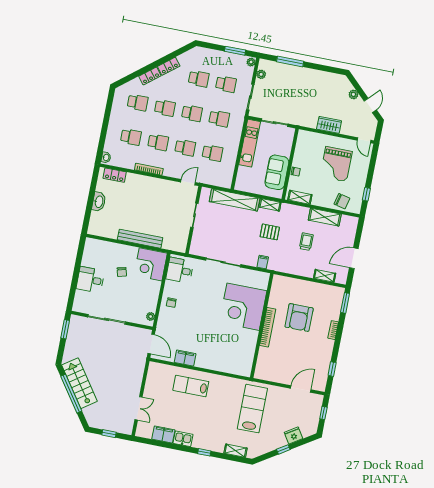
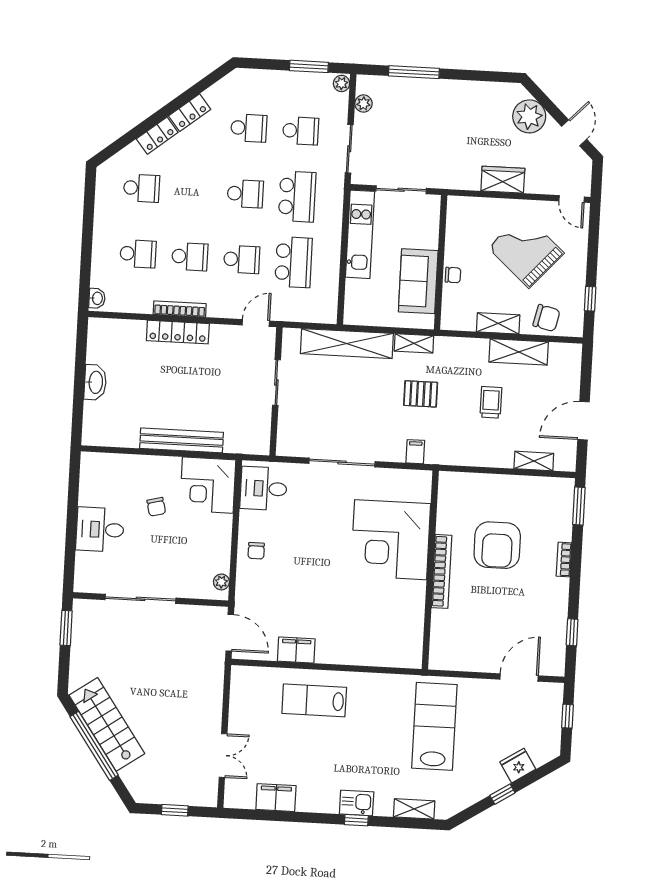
plant: (353, 94) -> (529, 116), width x1.88, depth x1.88
school desk: (165, 108) -> (193, 191), removed
school desk: (219, 119) -> (297, 197), width x1.85
school desk: (212, 153) -> (294, 262), width x1.85
grand piano: (336, 164) -> (526, 250), turned 132
locker: (115, 175) -> (178, 332), moved, width x1.53
shelving: (300, 197) -> (498, 323), moved
kitchen sink: (183, 439) -> (357, 803), moved

